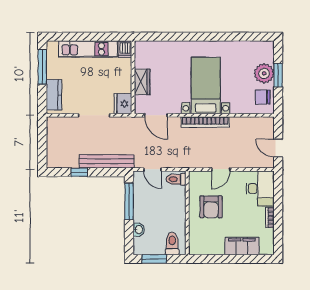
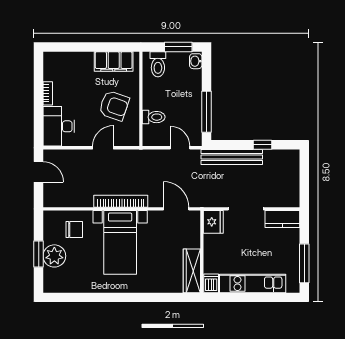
wardrobe: (142, 82) -> (192, 271), moved, width x1.50
kitchen counter: (54, 95) -> (282, 219), moved, turned -90
chair: (263, 97) -> (74, 230), moved
toilet: (176, 179) -> (154, 117), moved
armchair: (211, 207) -> (114, 106), turned 109
washbasin: (139, 230) -> (196, 61), moved
filing cabinet: (242, 246) -> (114, 62), moved

